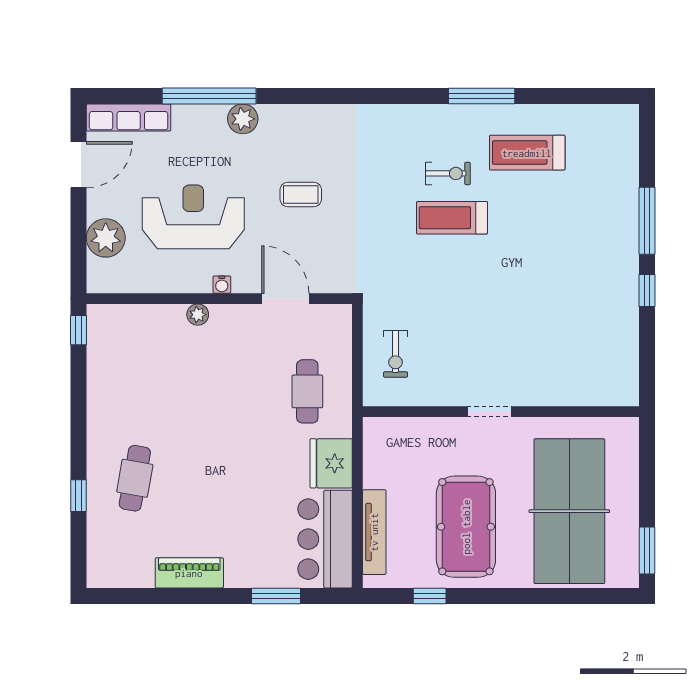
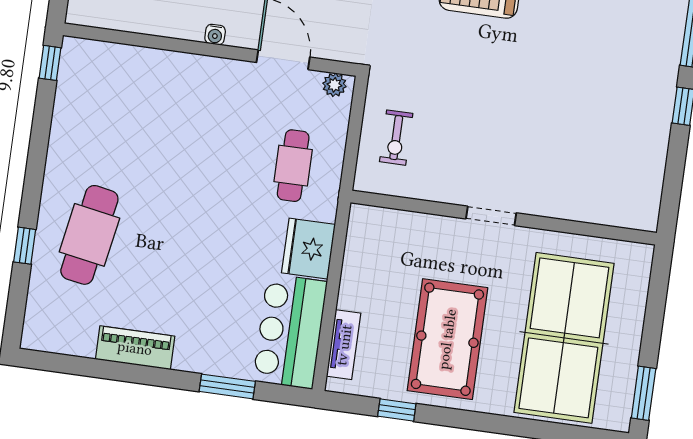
plant: (198, 315) -> (334, 85), moved
cafe table: (135, 478) -> (89, 235), width x1.37, depth x1.35
tv unit: (374, 532) -> (344, 345), width x0.71

